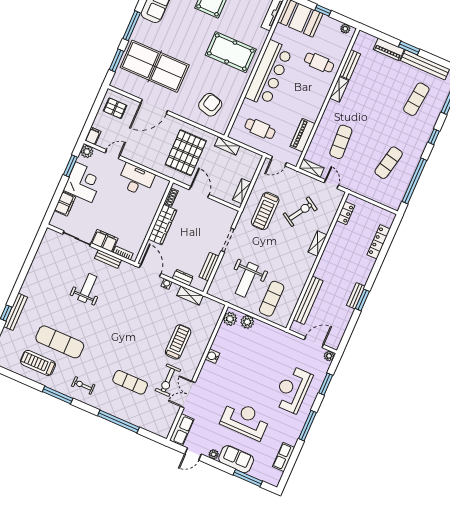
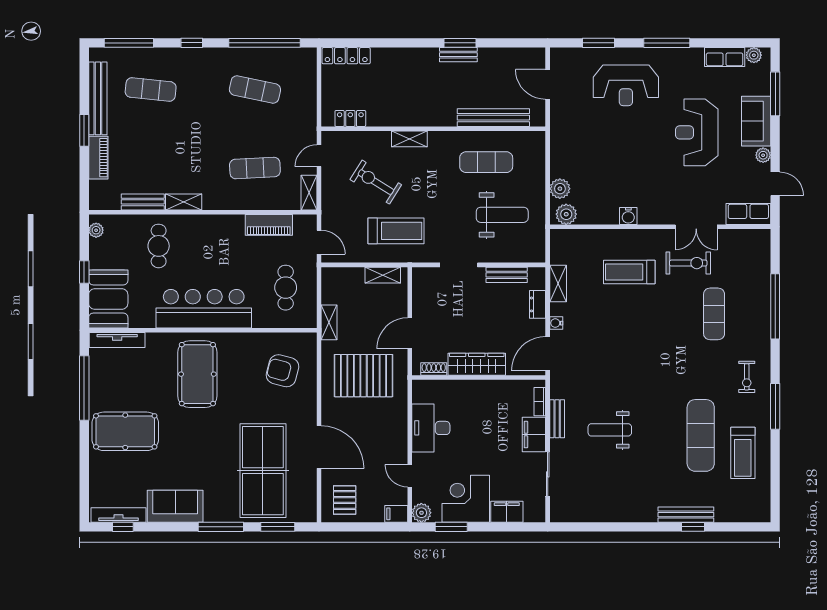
locker: (379, 242) -> (346, 56), moved
exercise mat: (272, 299) -> (486, 162), moved
plant: (329, 356) -> (754, 55), moved

